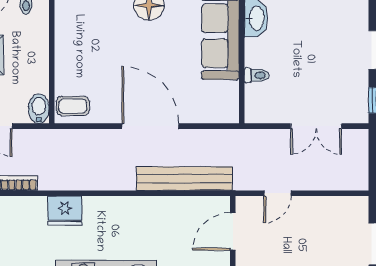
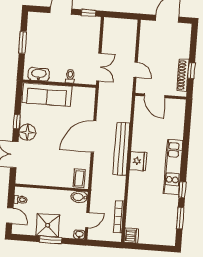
double door: (316, 126) -> (99, 67), moved
bench: (184, 179) -> (122, 149), moved
fridge: (65, 210) -> (138, 161), moved

